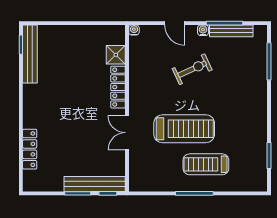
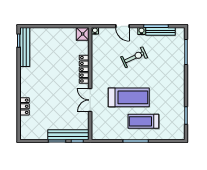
shower: (116, 55) -> (83, 34), moved
locker: (30, 149) -> (25, 106), width x0.66

